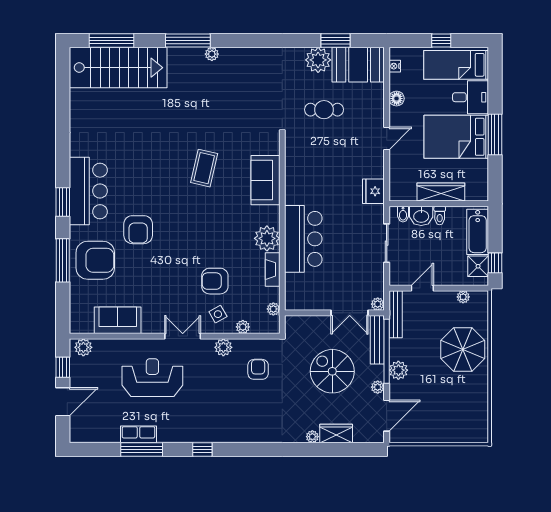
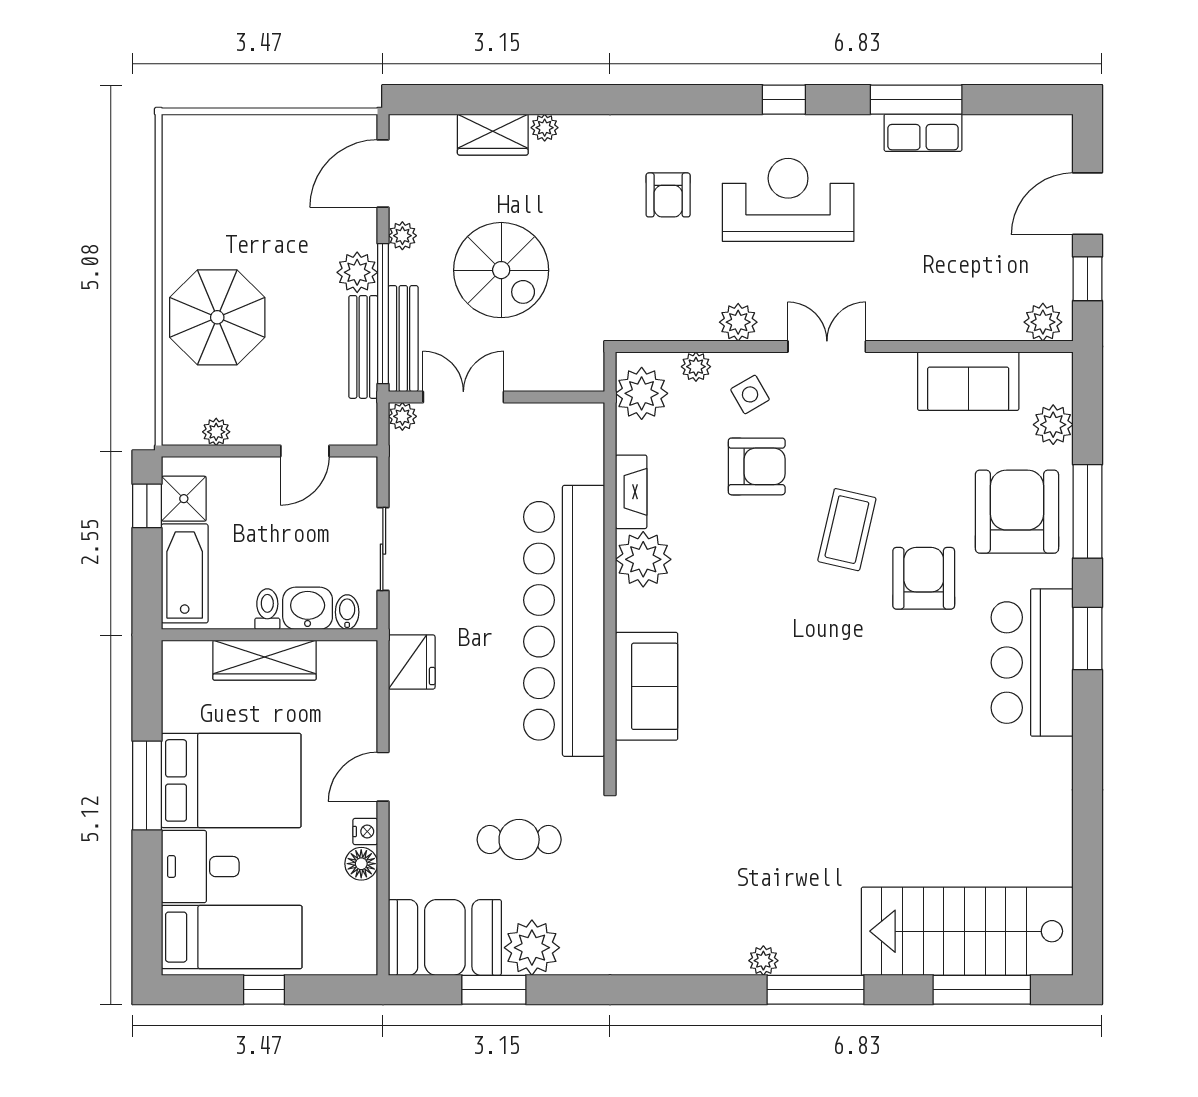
nightstand: (395, 66) -> (365, 831), moved
coffee table: (204, 168) -> (847, 530), moved
bar counter: (303, 239) -> (564, 621), width x1.86
armchair: (95, 260) -> (1017, 512), turned 90
plant: (79, 300) -> (1053, 425), added
plant: (273, 309) -> (642, 393), width x1.88, depth x1.88
bench: (396, 314) -> (363, 347), moved
double door: (183, 336) -> (827, 346), swing flipped
armchair: (258, 369) -> (668, 195), moved
reception desk: (152, 378) -> (788, 200), moved, turned 180

